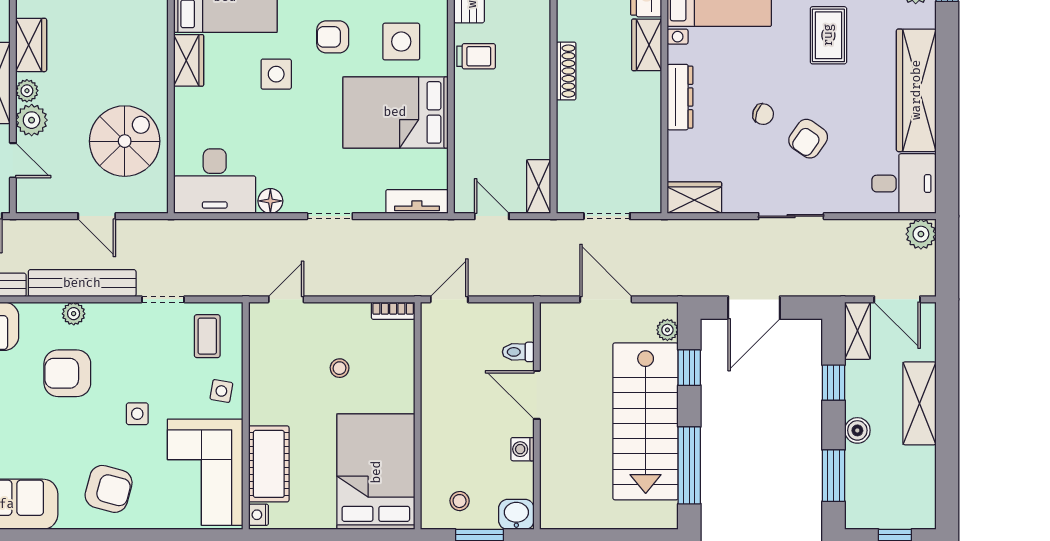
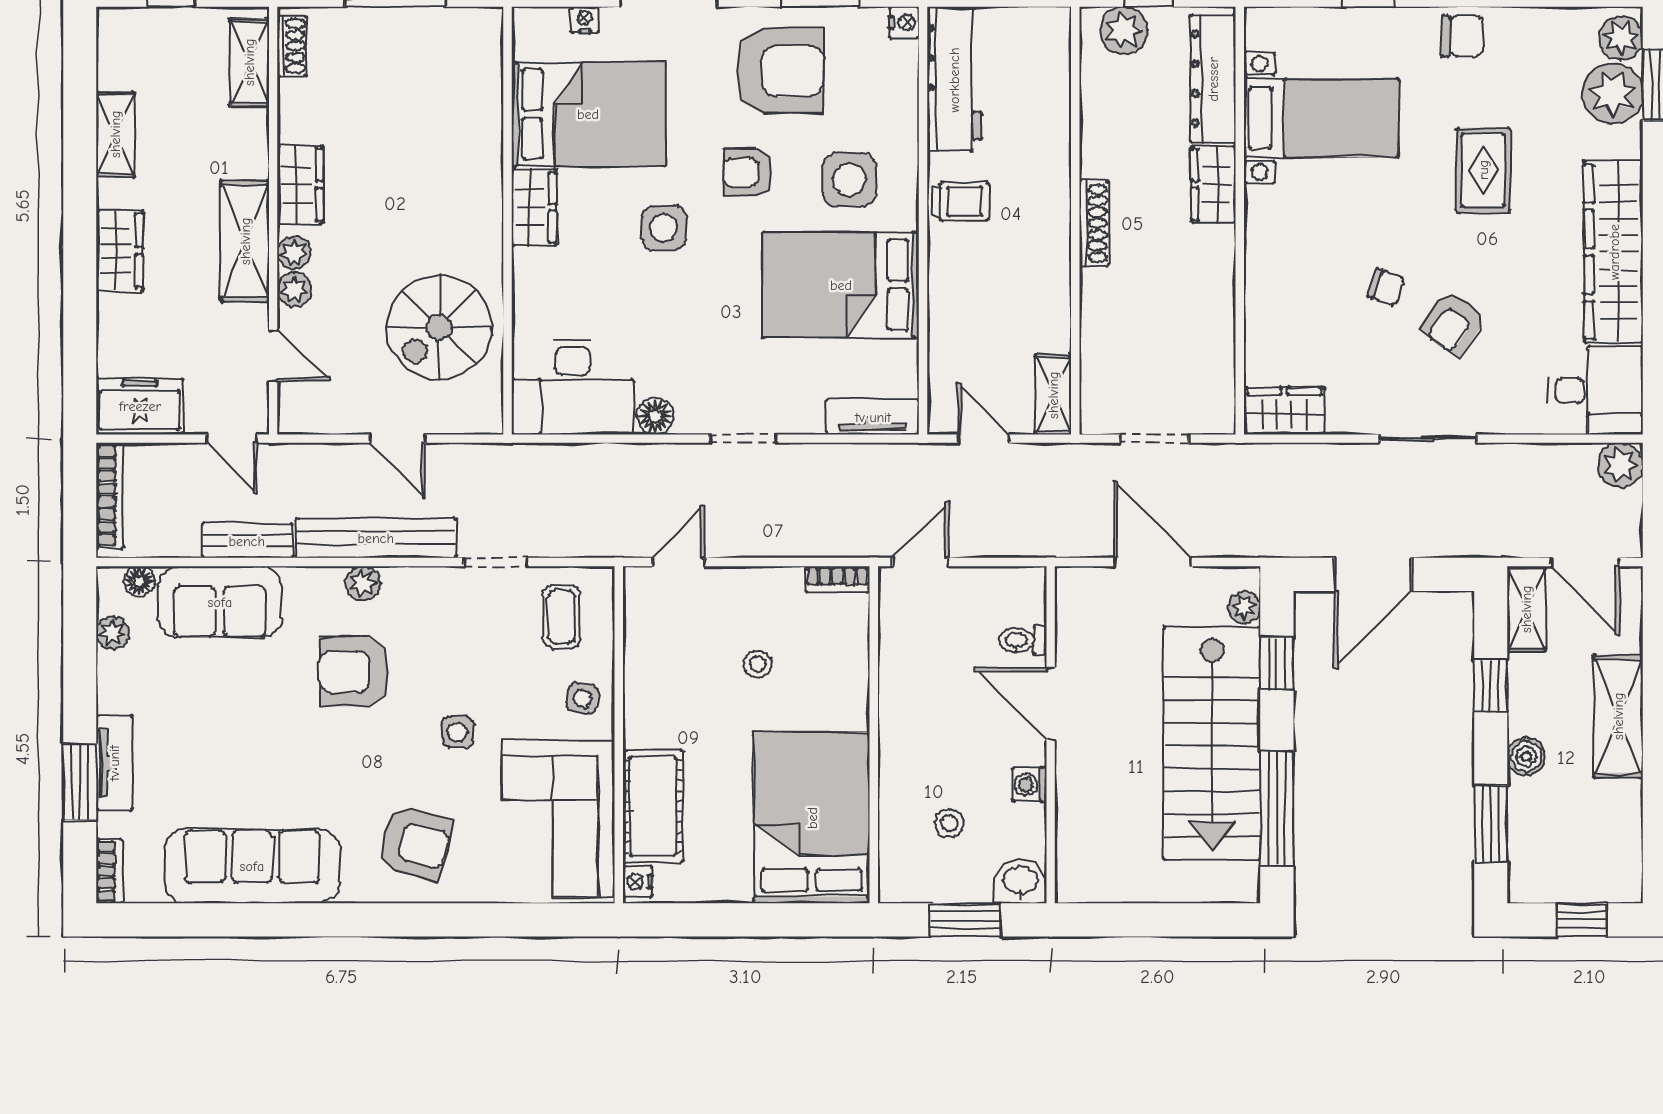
dresser: (680, 97) -> (1263, 262), removed
plant: (32, 120) -> (294, 290), width x0.73, depth x0.73
spiral stairs: (125, 141) -> (439, 327), turned 180
stool: (460, 501) -> (949, 823), moved

